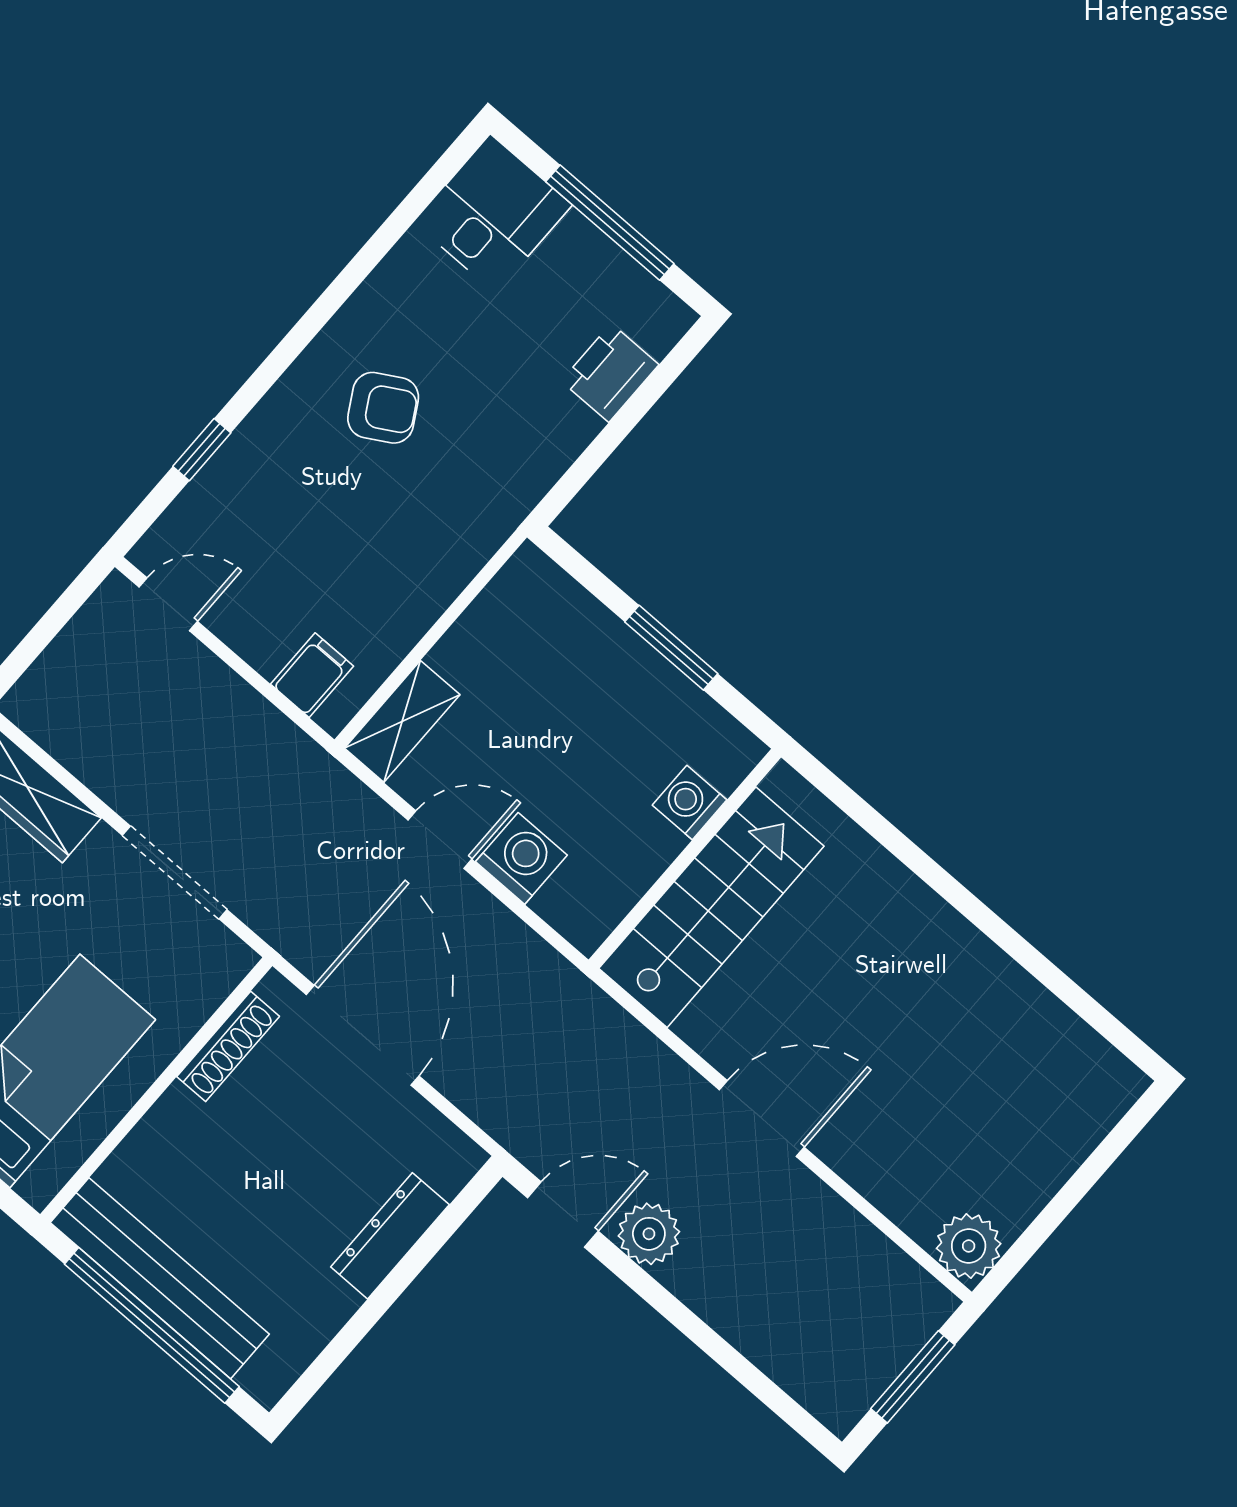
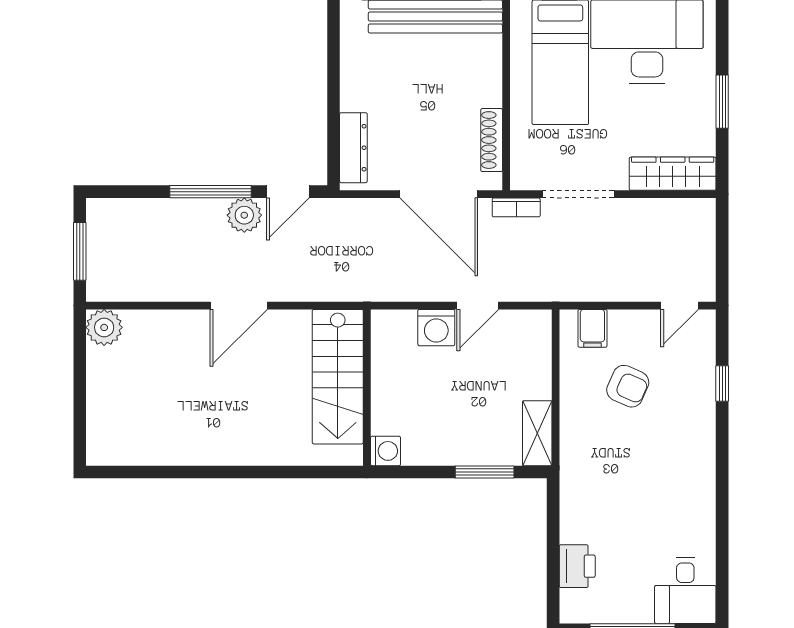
armchair: (383, 408) -> (628, 386), moved, turned -126
window: (671, 648) -> (485, 472), moved
shelving: (402, 721) -> (537, 433), moved
washing machine: (690, 803) -> (385, 451), moved
bookcase: (274, 927) -> (516, 207), added
dresser: (390, 1236) -> (353, 148), moved
window: (667, 1305) -> (211, 192), added

